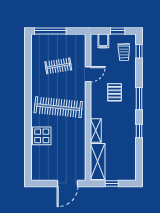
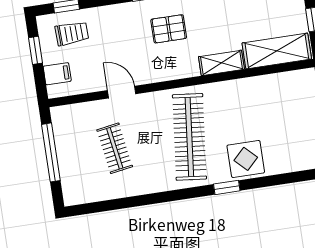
window: (50, 31) -> (51, 152), moved
pallet: (114, 92) -> (169, 29), moved
window: (28, 123) -> (227, 187), added

